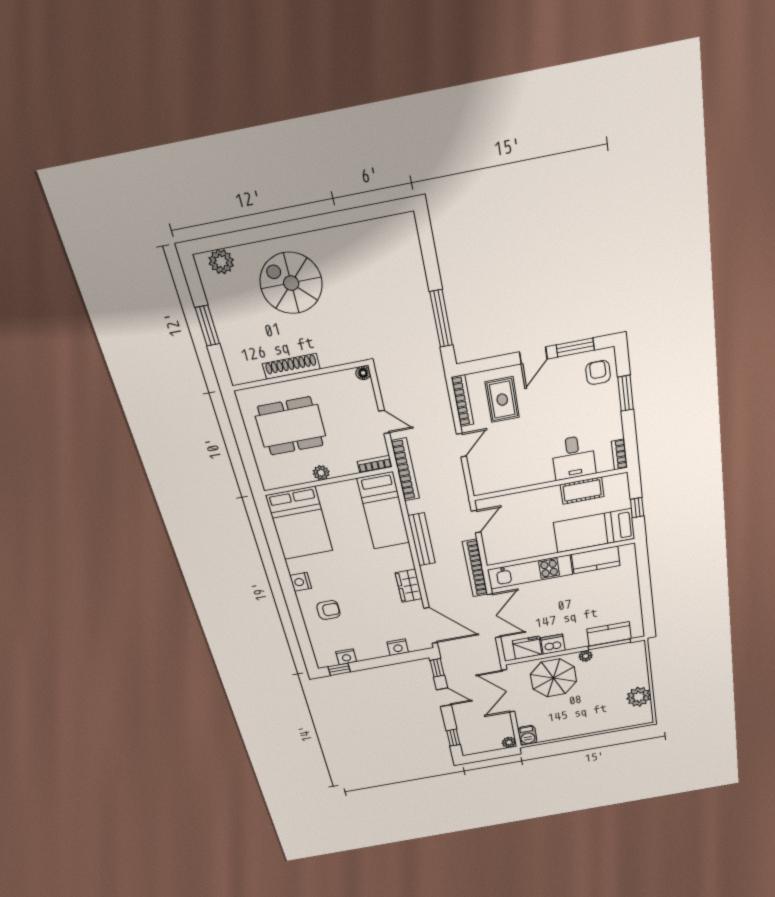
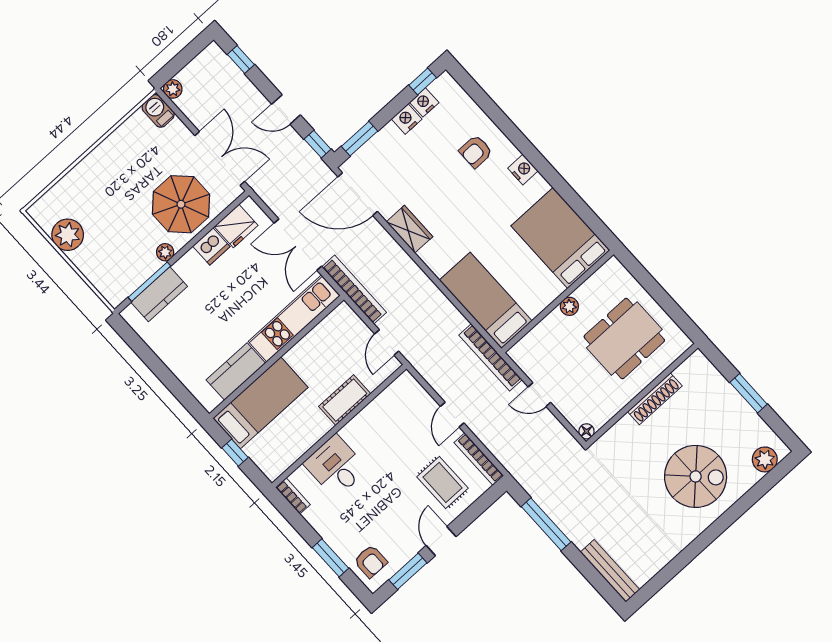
bookcase: (375, 464) -> (523, 346), removed
cot: (582, 491) -> (345, 400), moved
bench: (422, 539) -> (610, 571), moved
nightstand: (398, 647) -> (407, 119), moved
window: (406, 657) -> (360, 139), added

